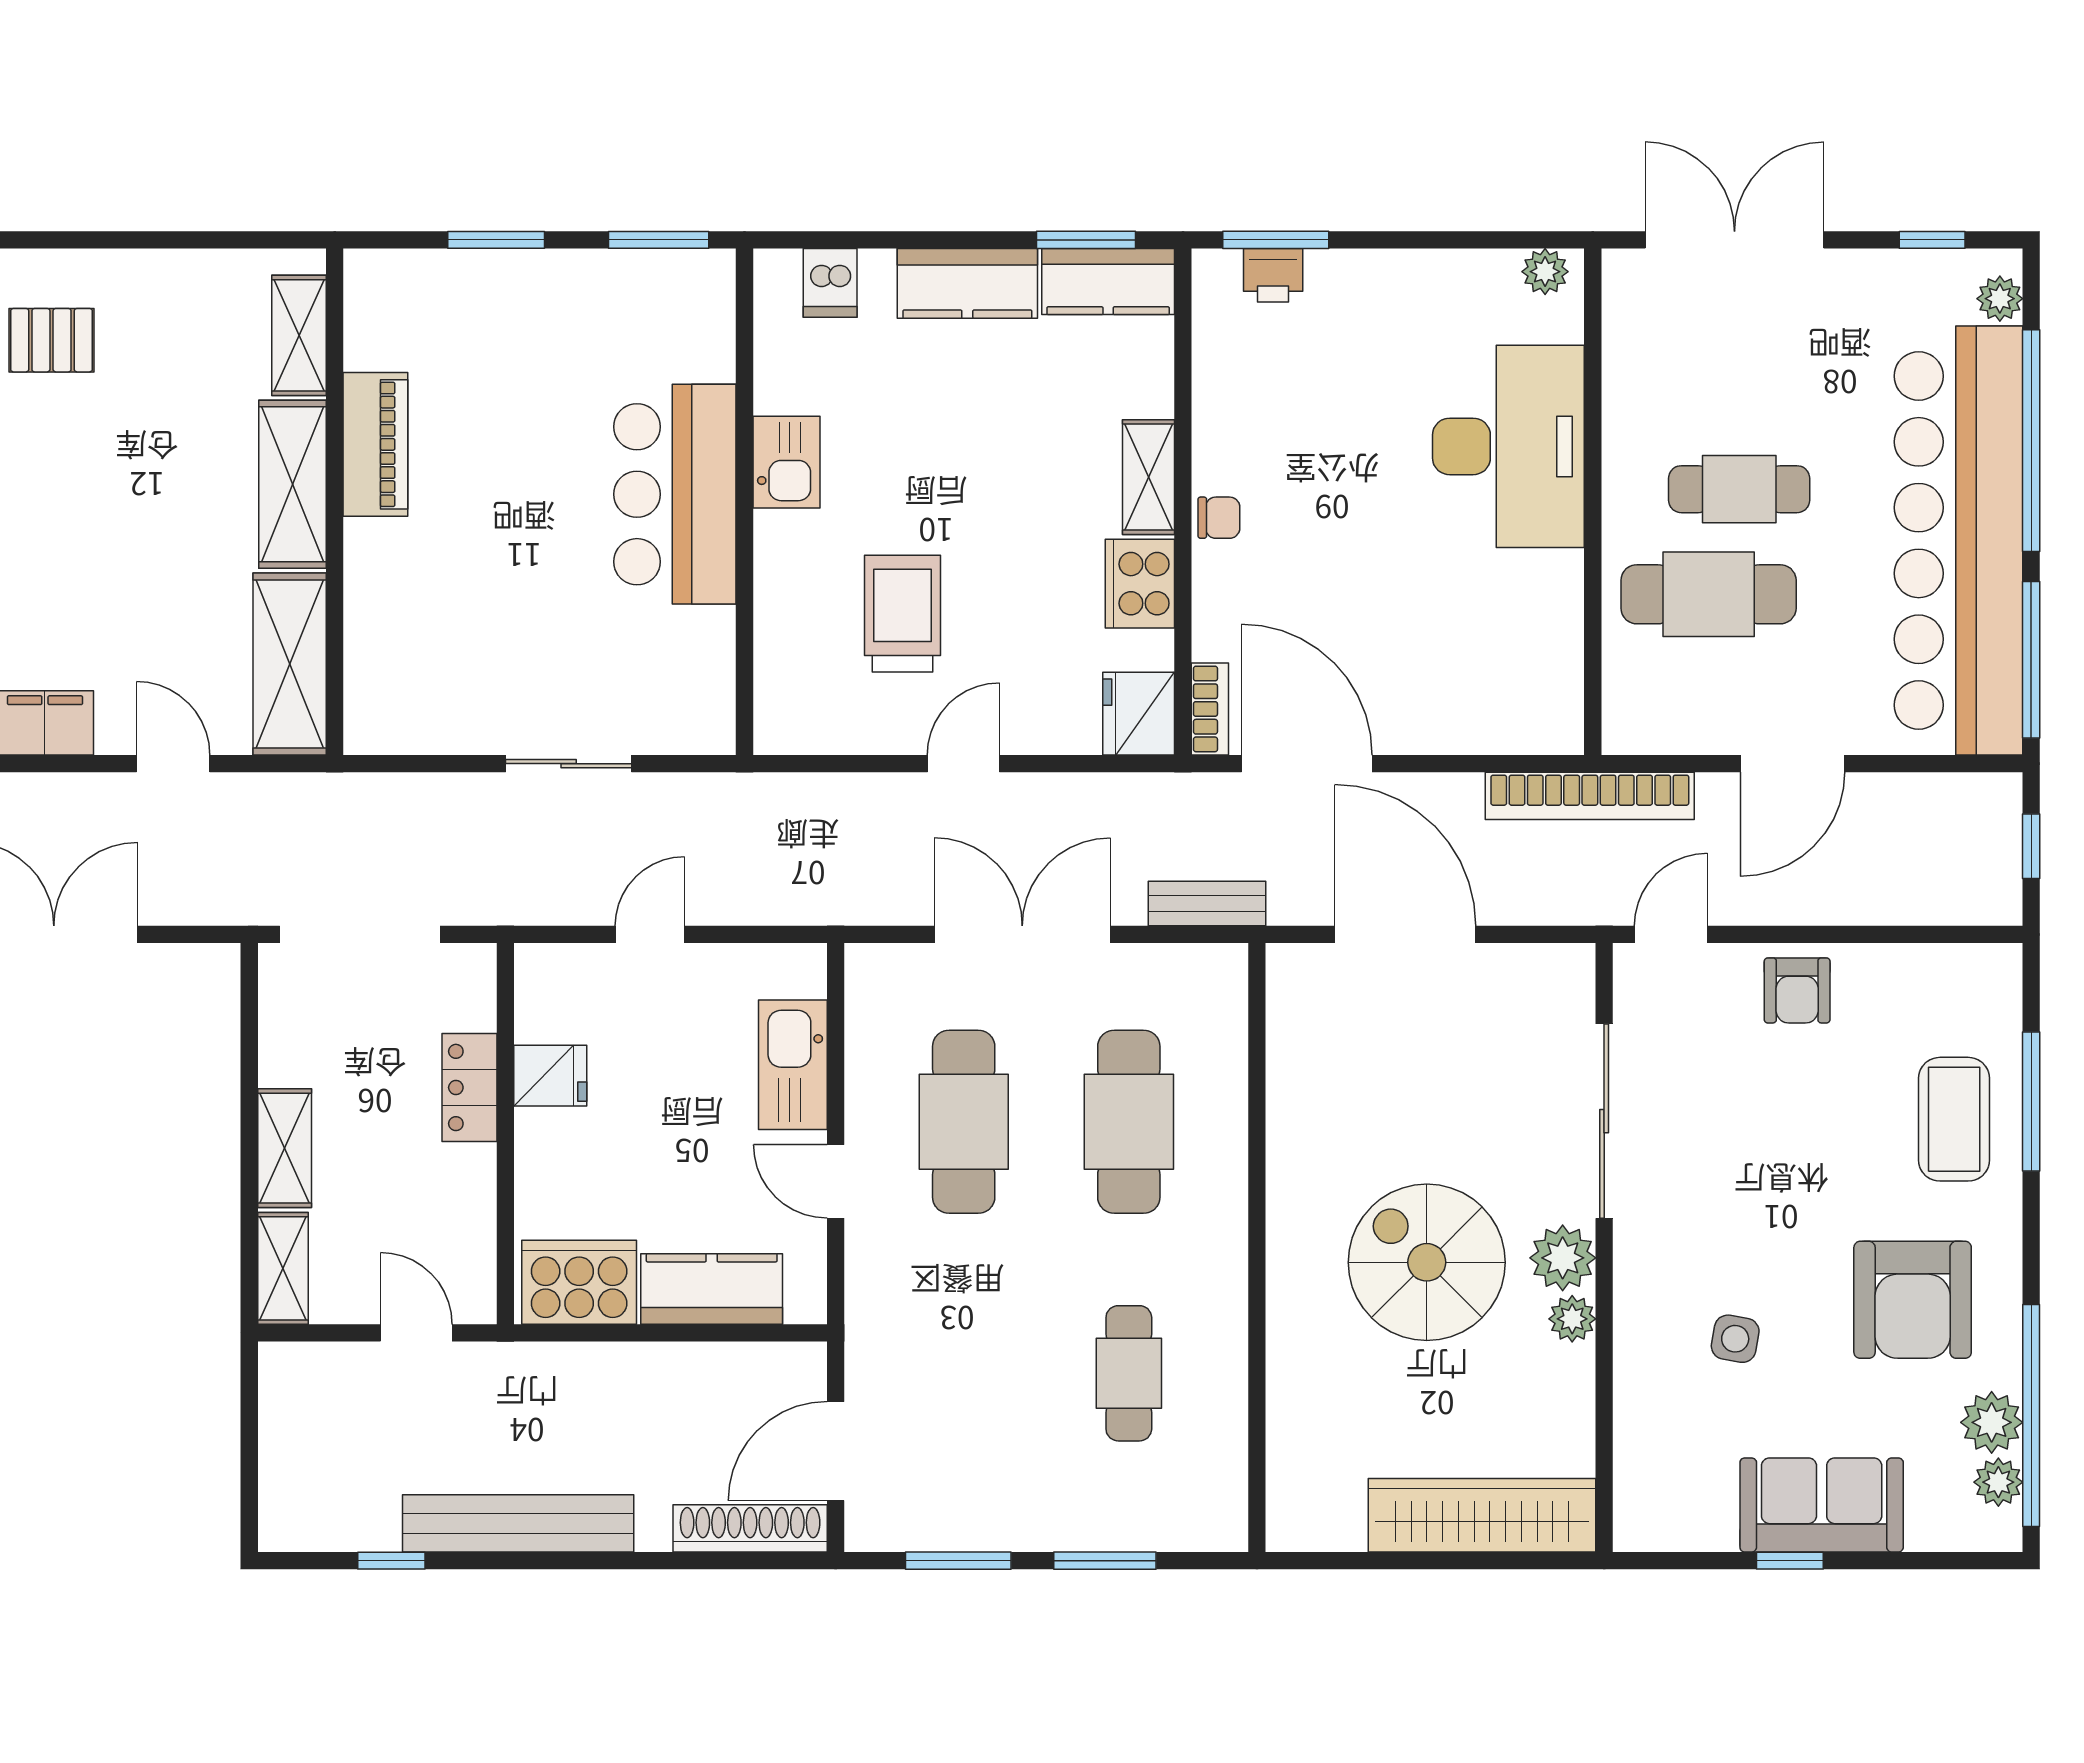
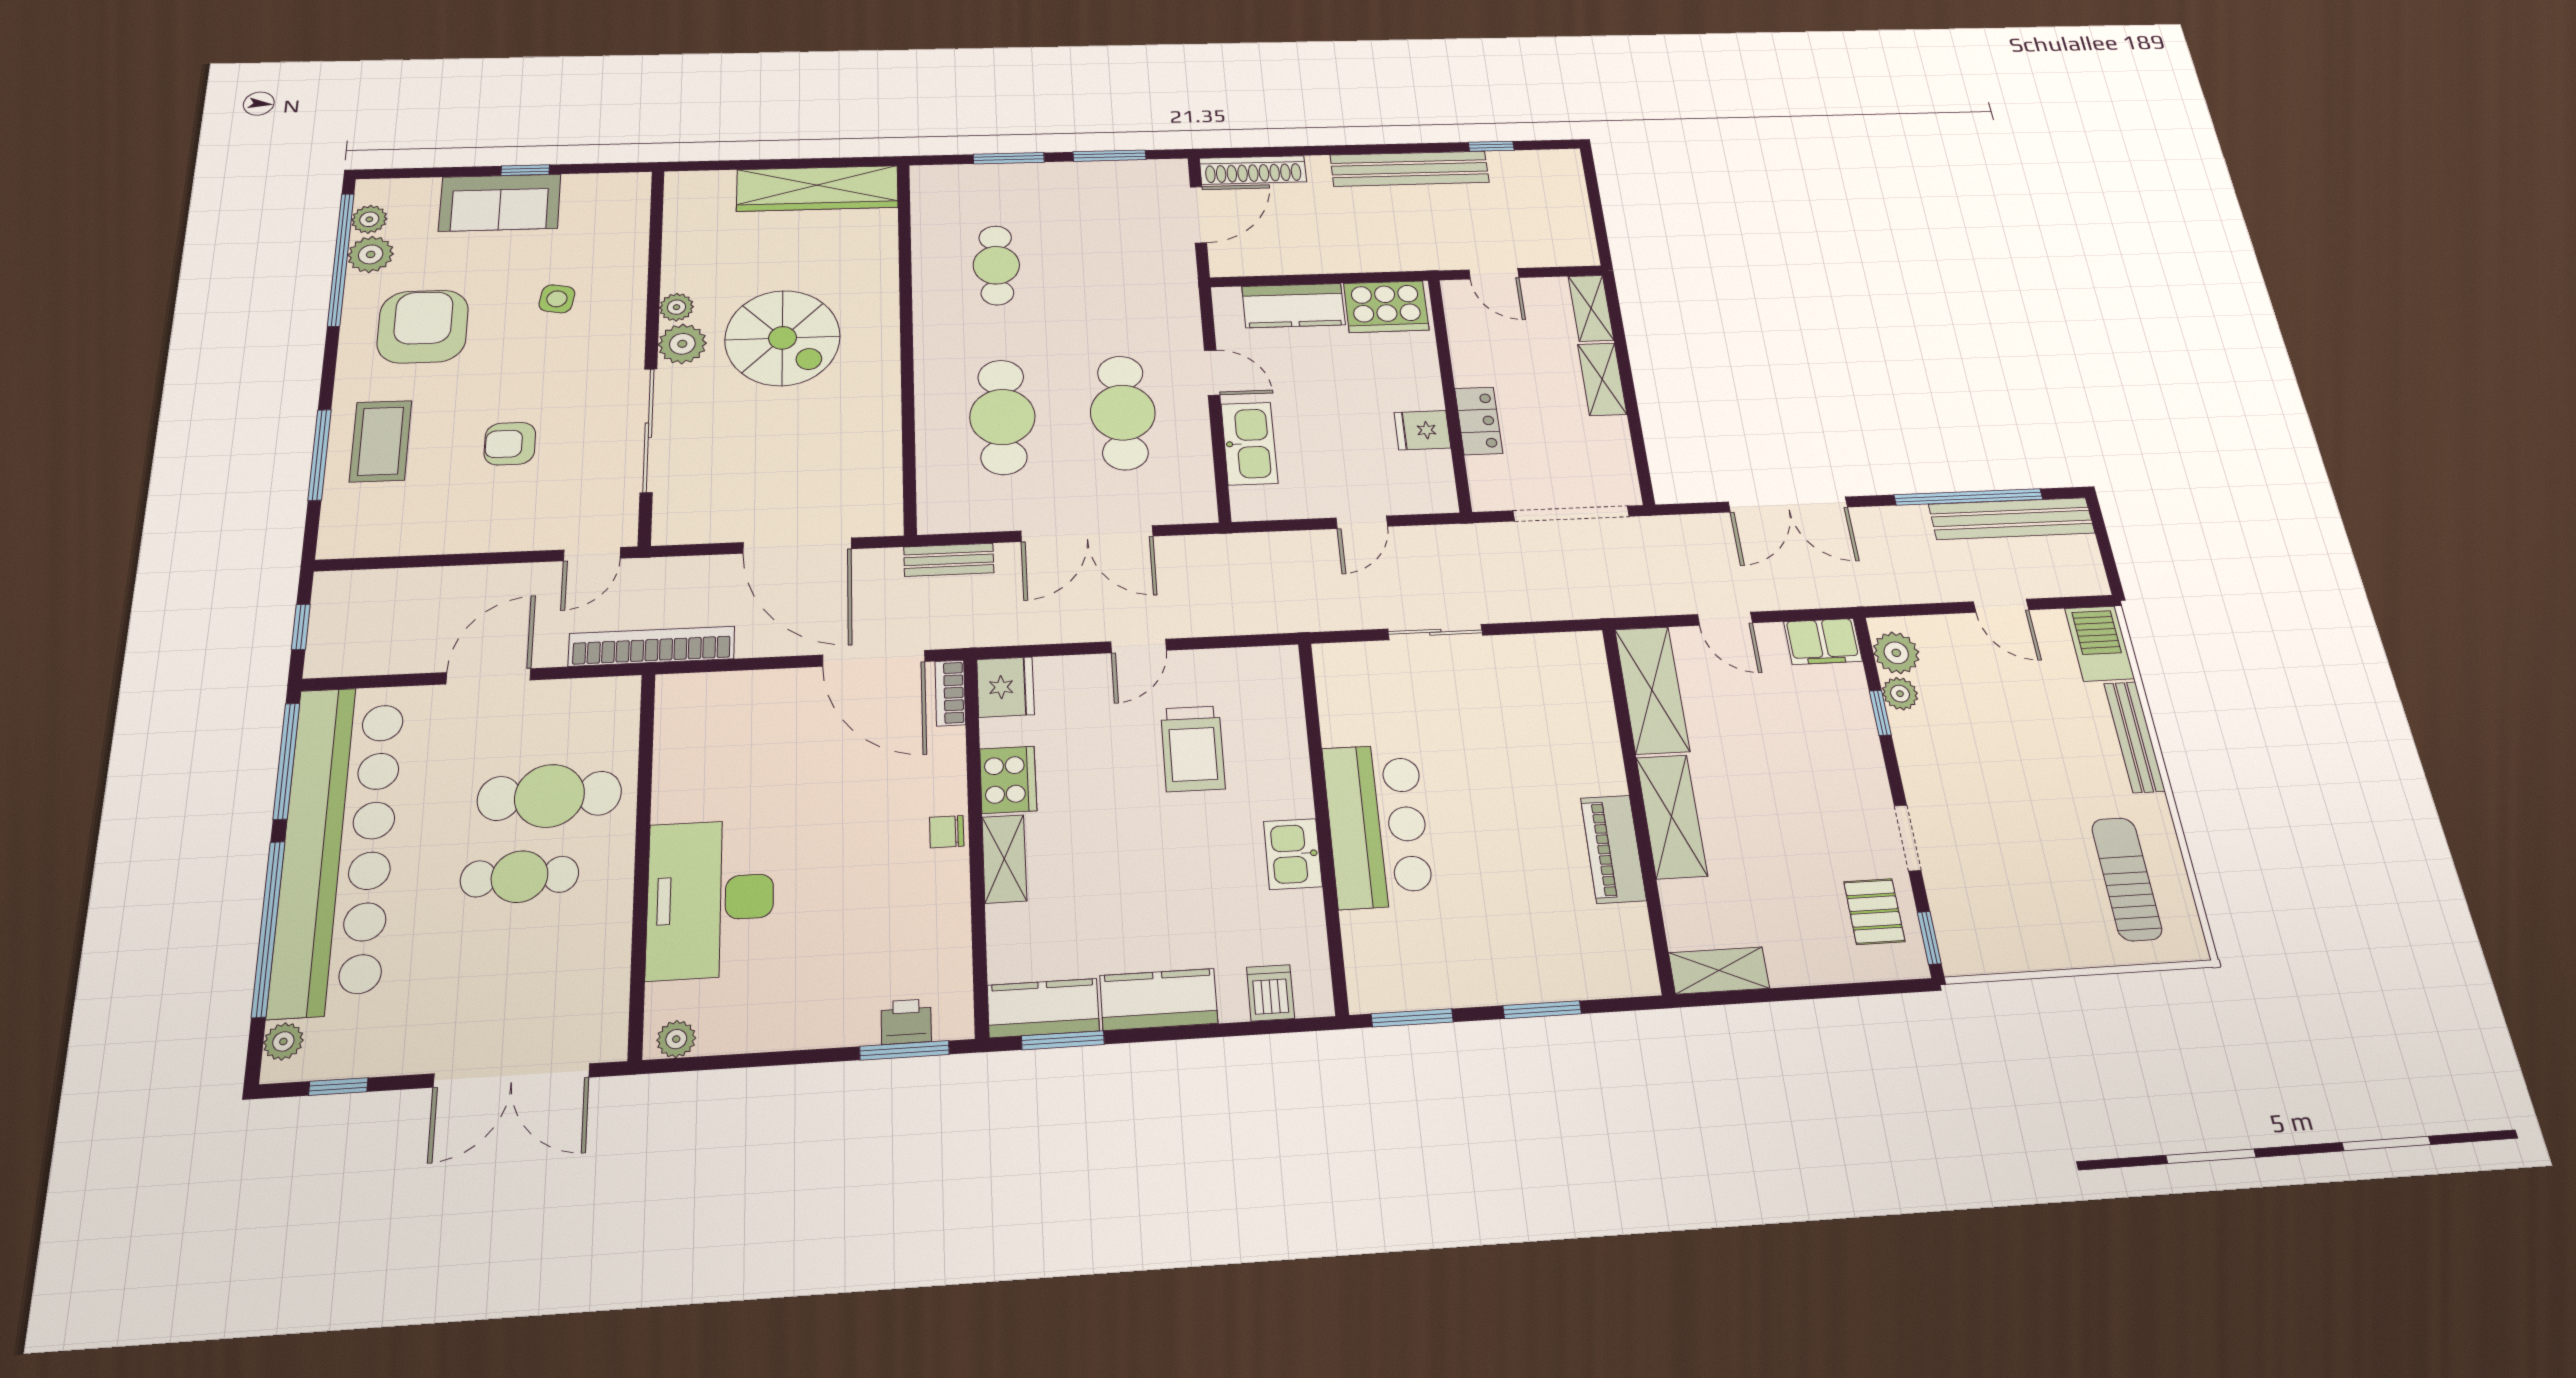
shelving: (299, 335) -> (1719, 971), moved, turned 90
pallet: (51, 340) -> (1874, 911), turned 90
armchair: (1797, 990) -> (510, 444), moved, turned -90
wardrobe: (1482, 1515) -> (818, 188), moved

